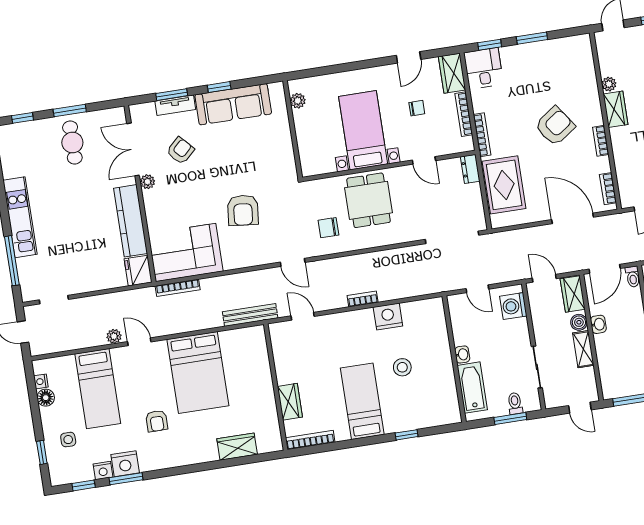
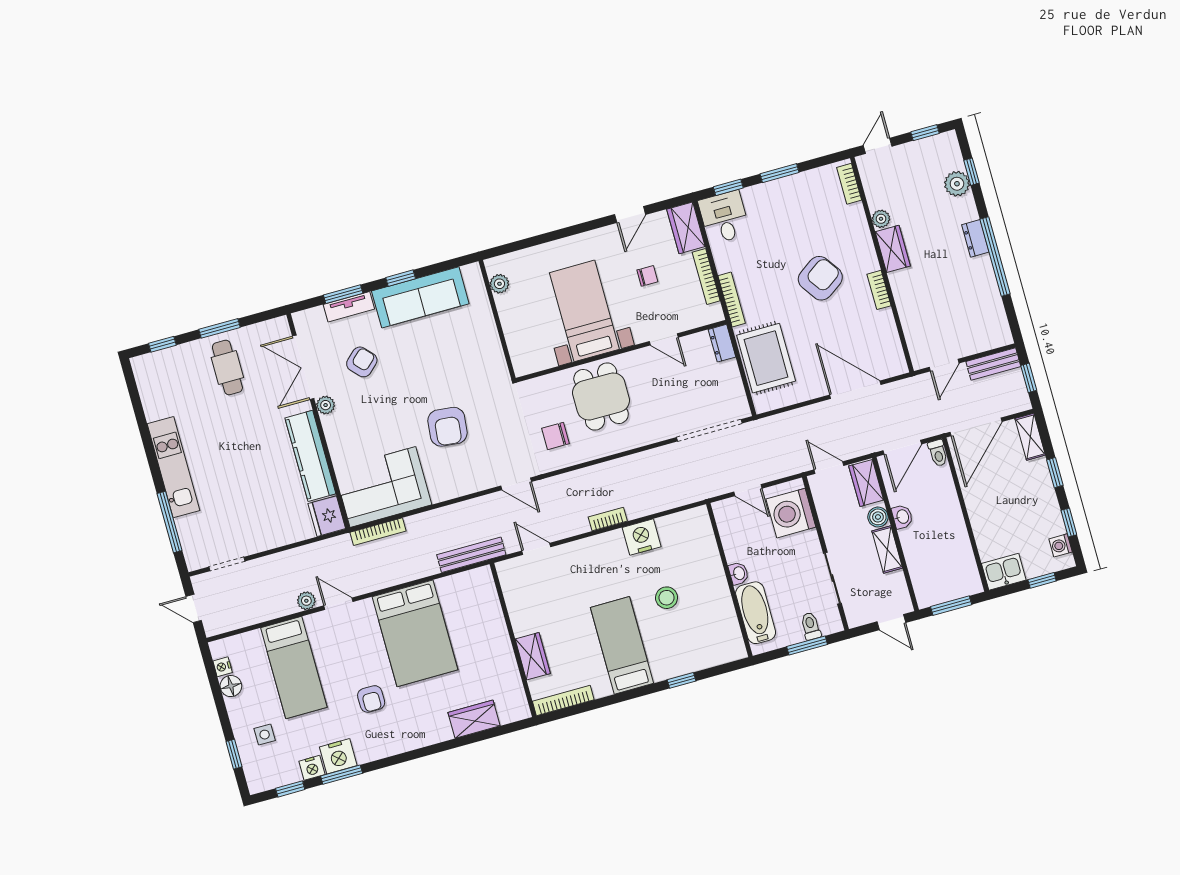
bookcase: (608, 189) -> (849, 184), moved
washing machine: (513, 306) -> (791, 513), width x1.37, depth x1.37

